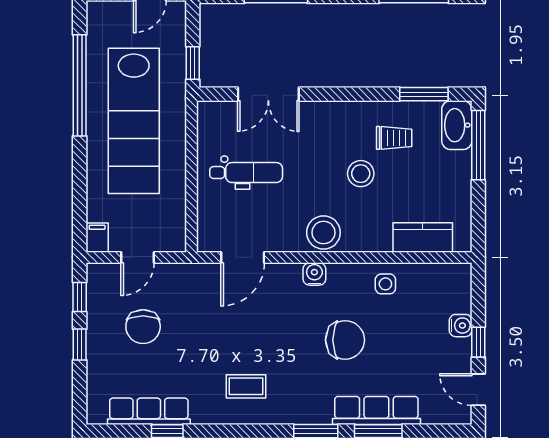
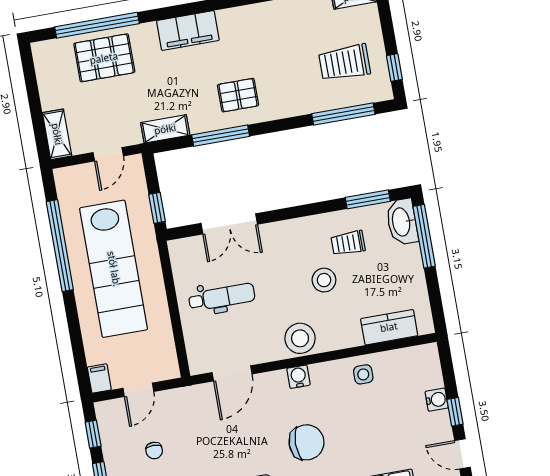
trolley: (394, 138) -> (348, 243), turned 180
chair: (143, 327) -> (154, 451), width x0.54, depth x0.54
chair: (345, 340) -> (306, 442), moved

